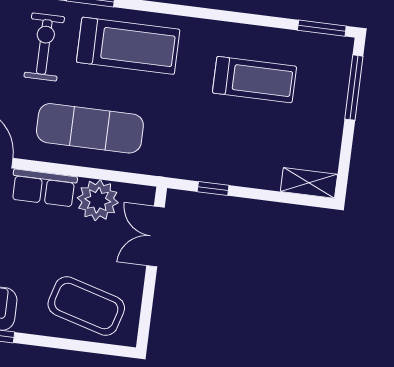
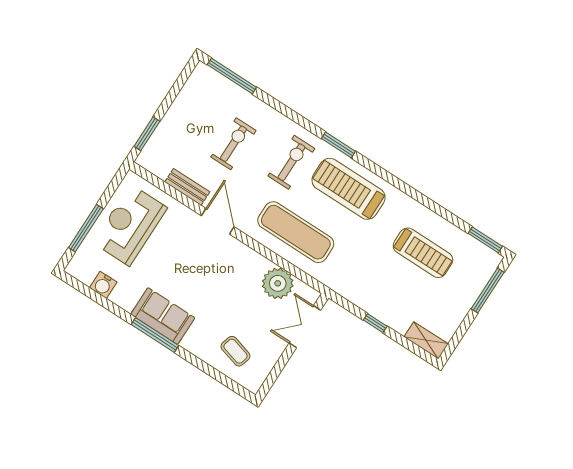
treadmill: (128, 46) -> (349, 189), turned 180
row of seats: (44, 188) -> (245, 258), removed
window: (213, 188) -> (375, 323), moved
coffee table: (86, 306) -> (235, 351), width x0.54, depth x0.58

